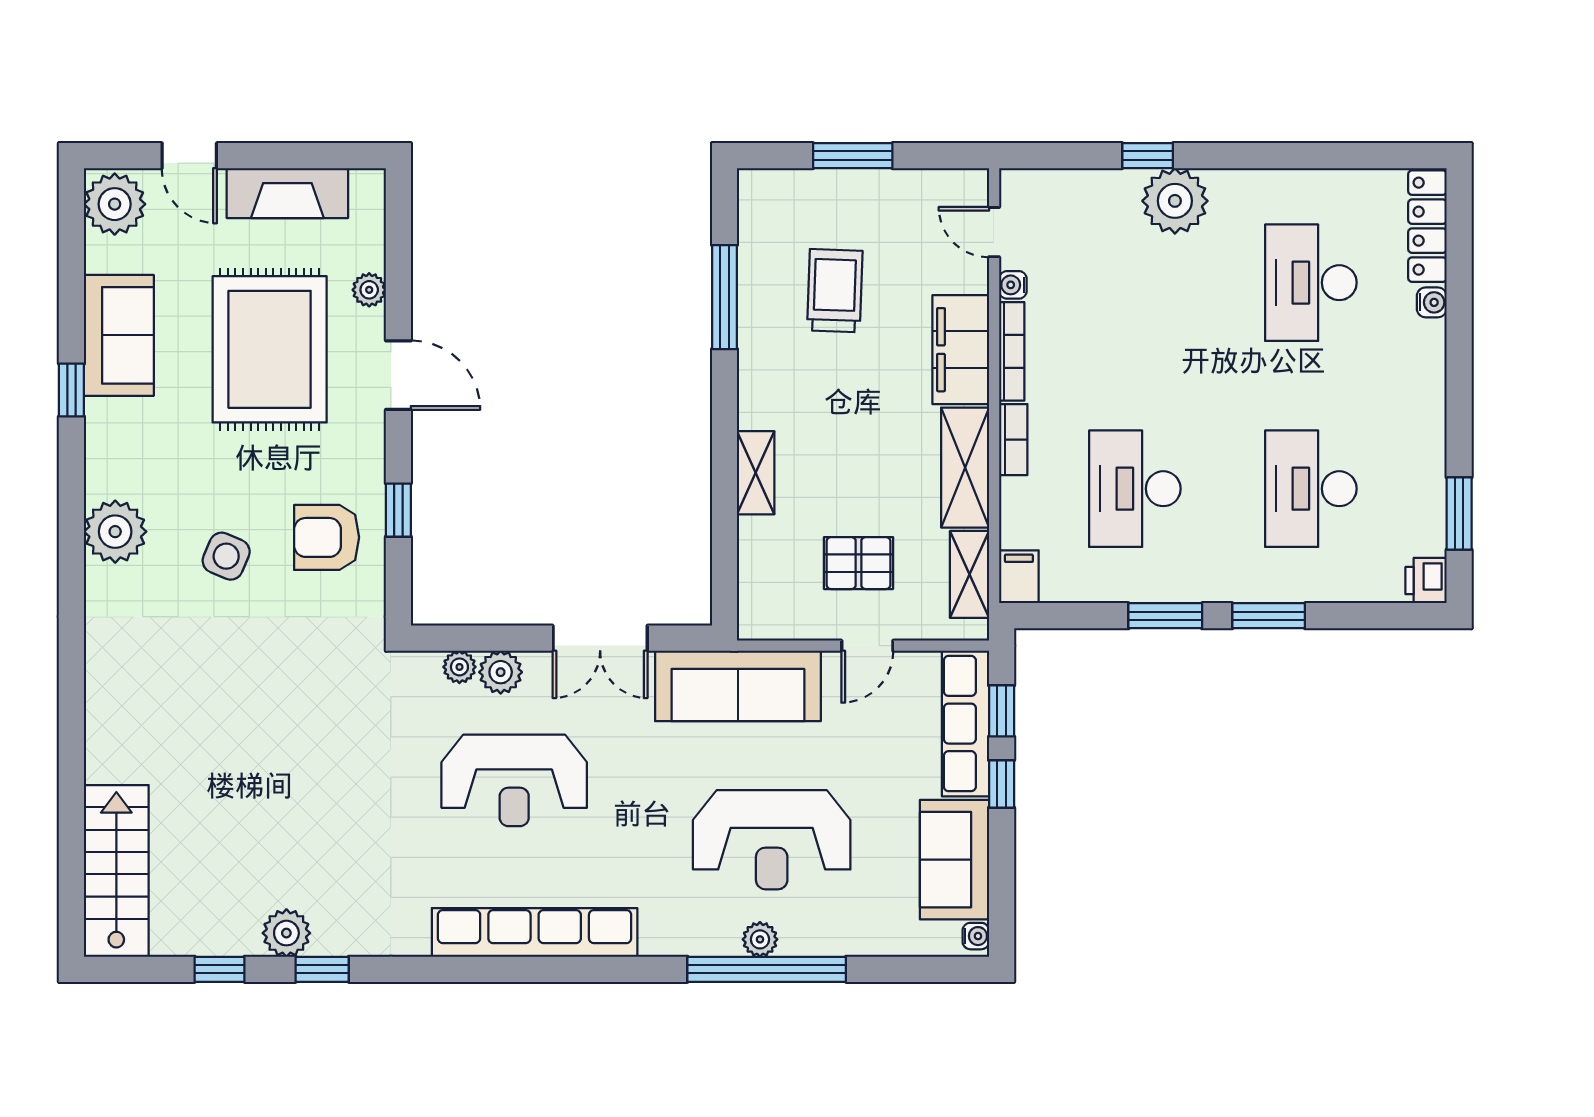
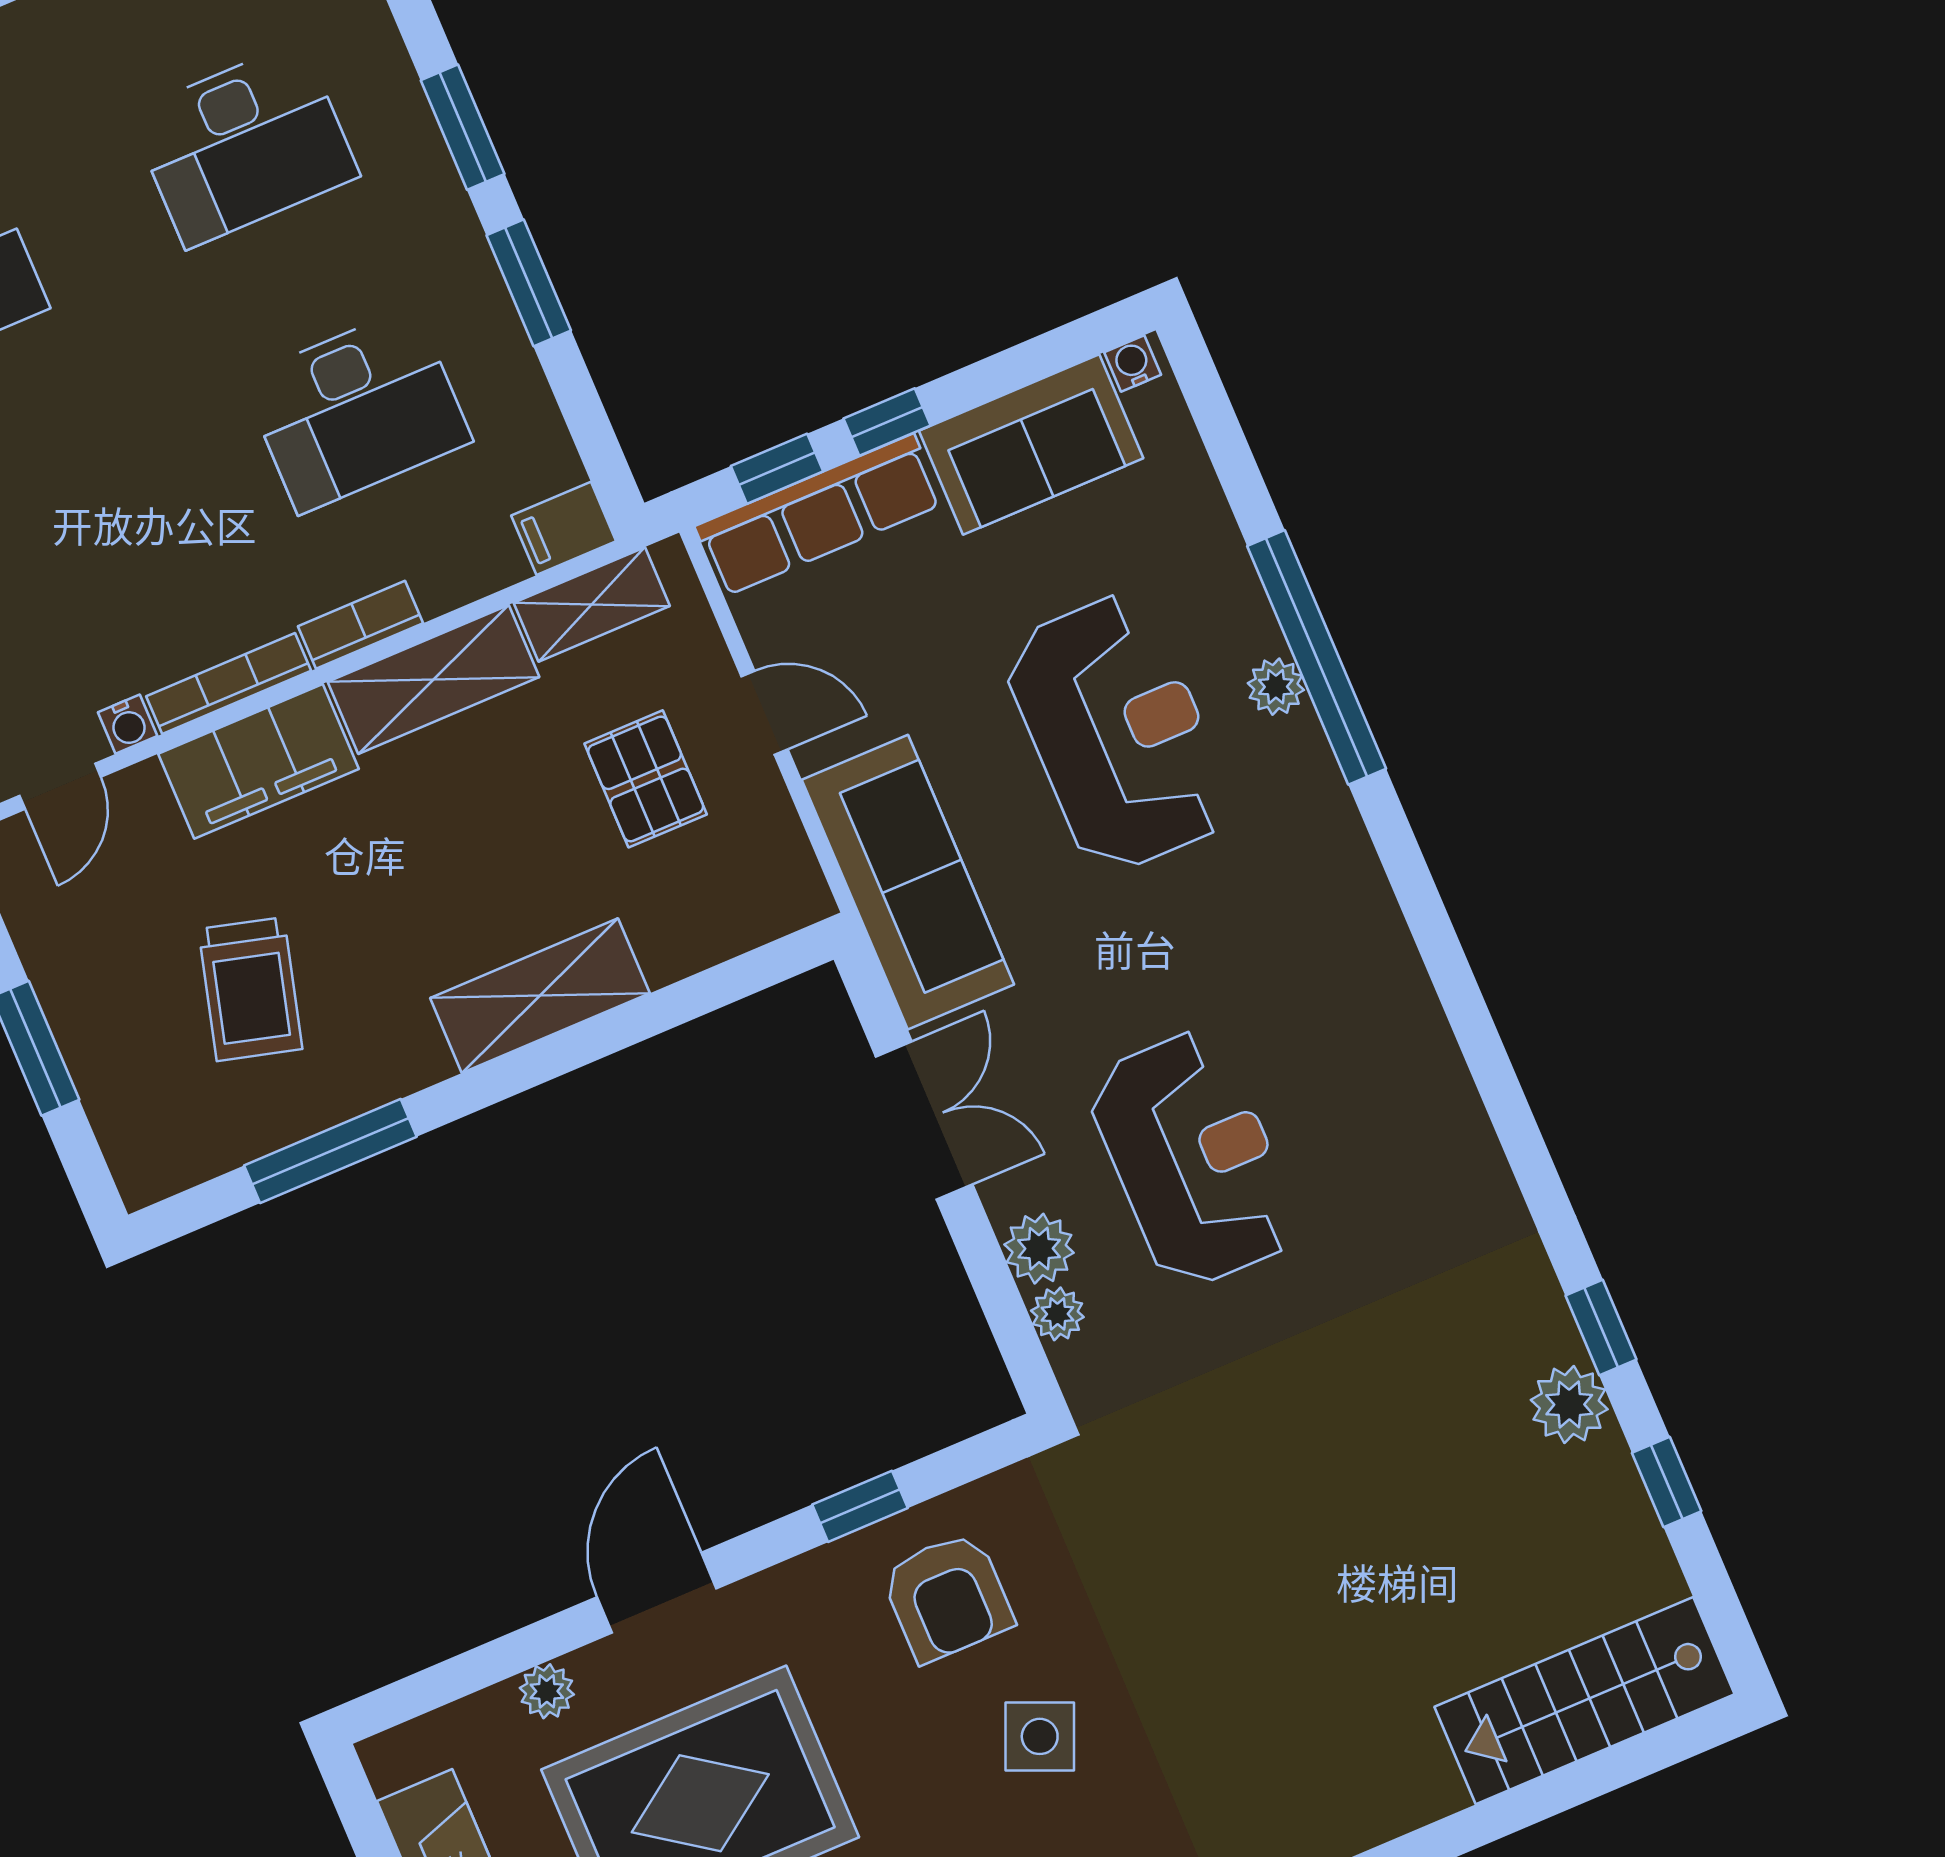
trolley: (835, 291) -> (250, 989), turned -77
shelving: (756, 473) -> (540, 996), width x1.50, depth x1.33
row of seats: (535, 932) -> (1410, 1031), removed

